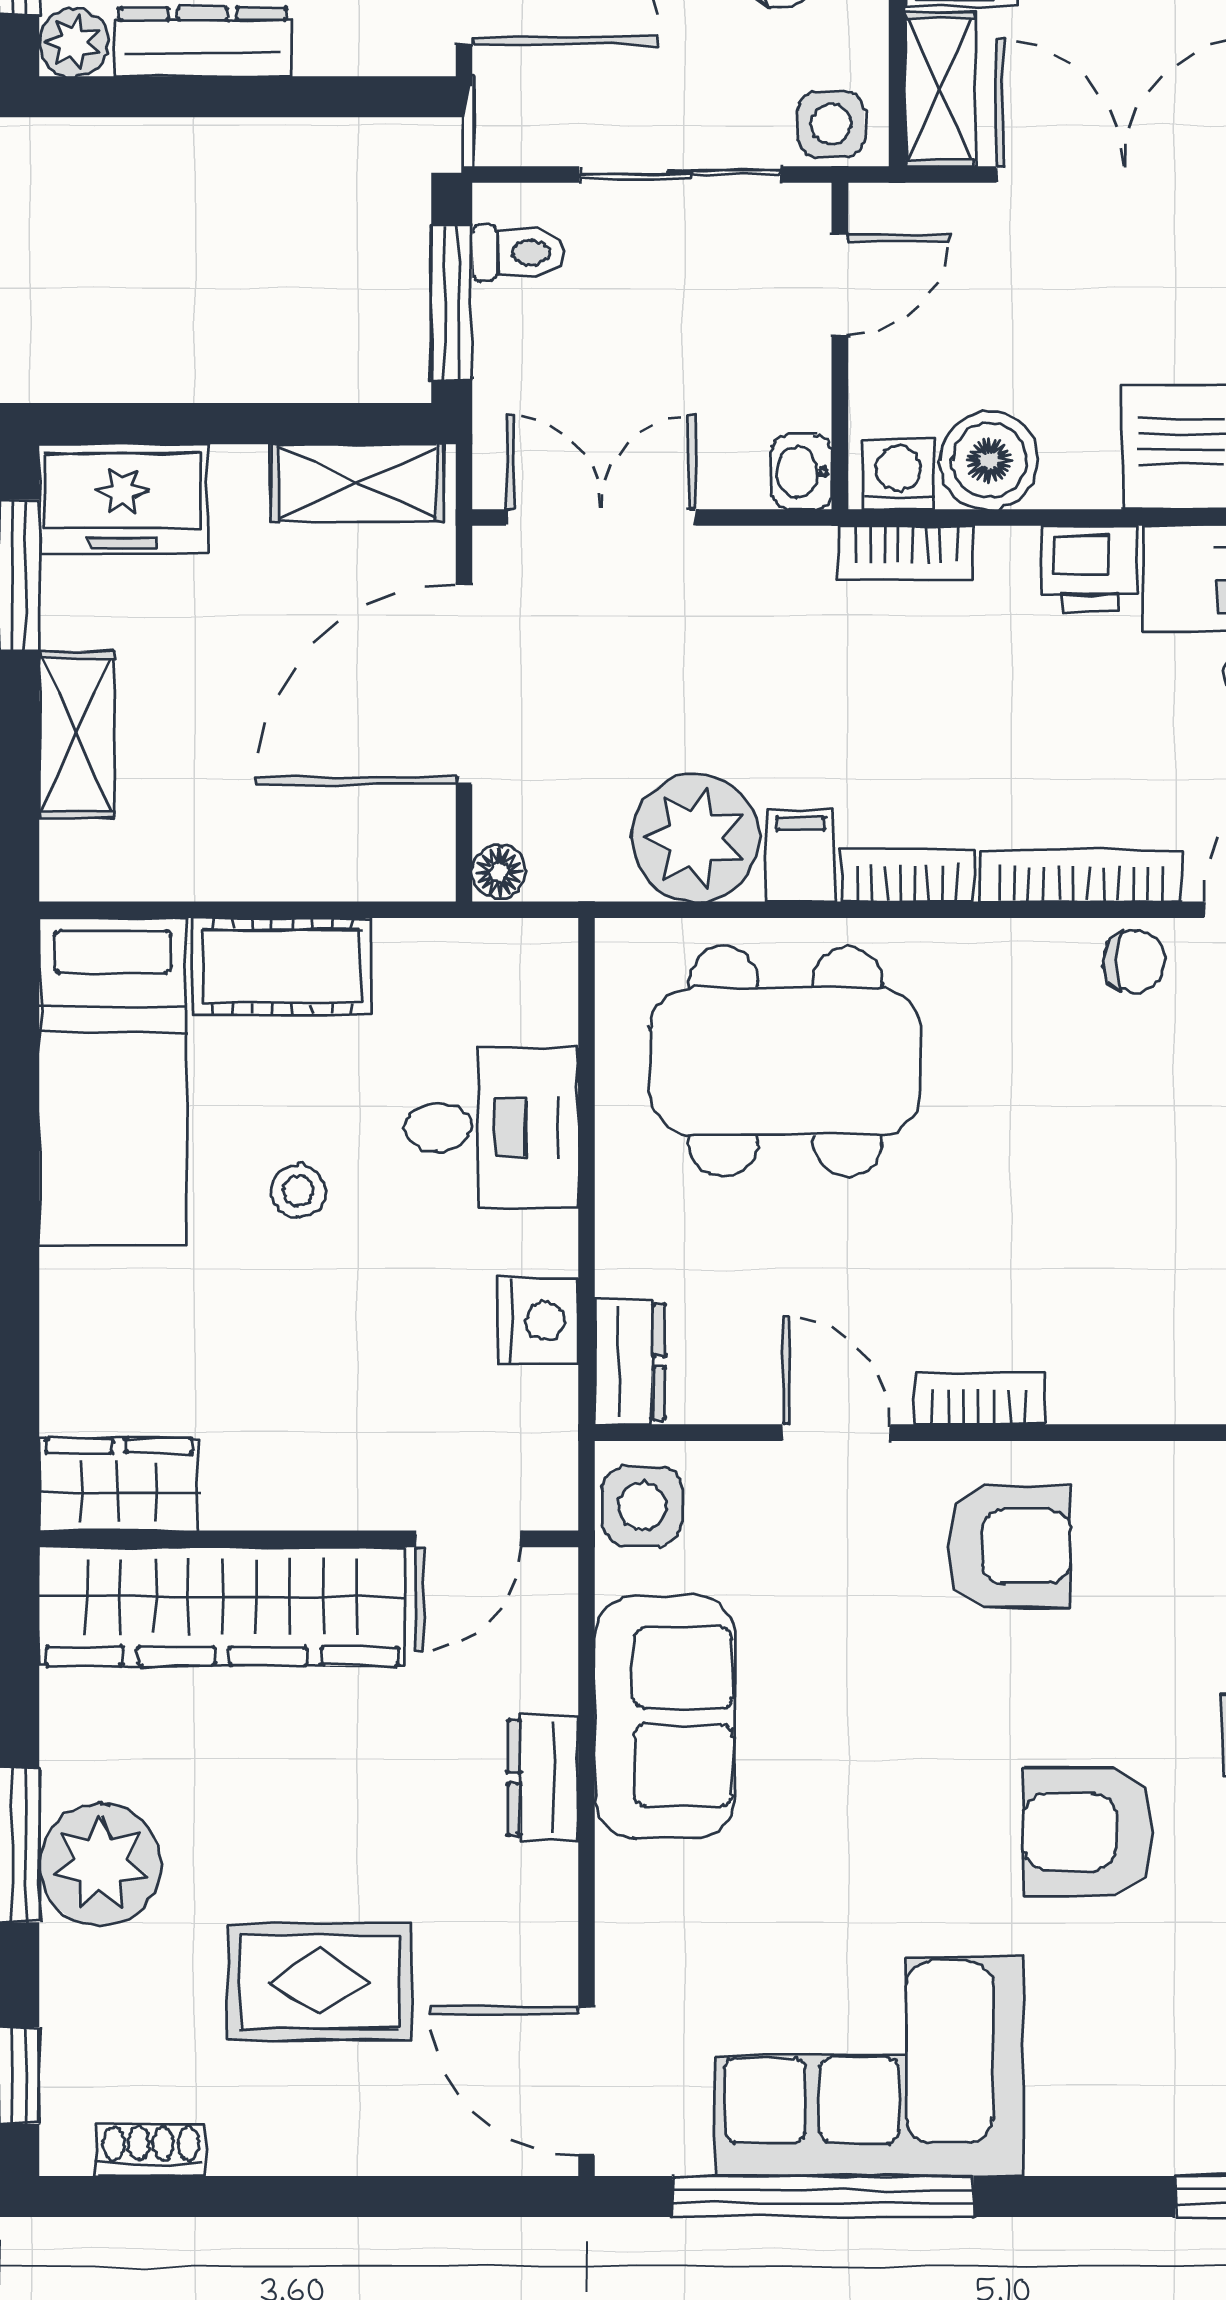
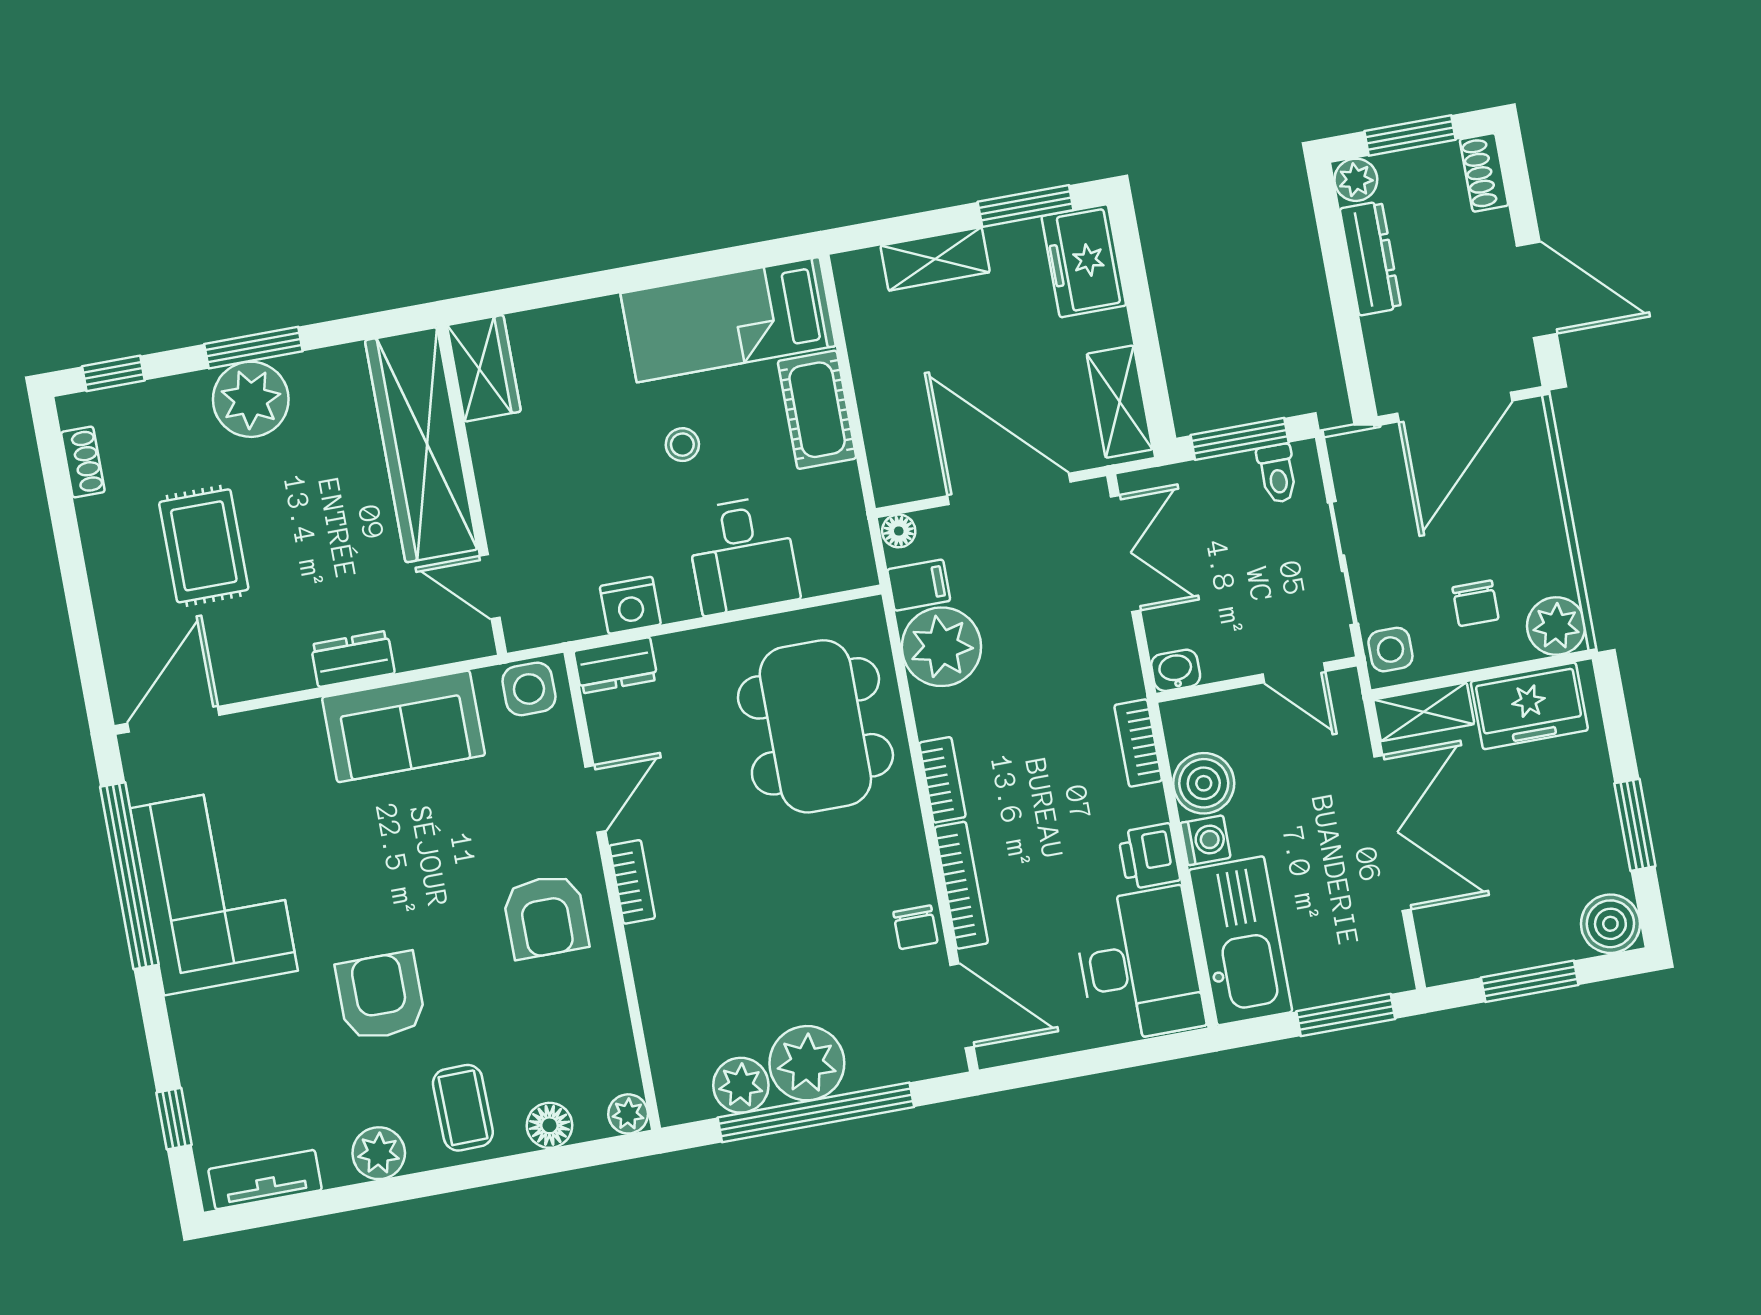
washing machine: (898, 474) -> (1205, 840), moved
filing cabinet: (800, 856) -> (919, 585), moved

